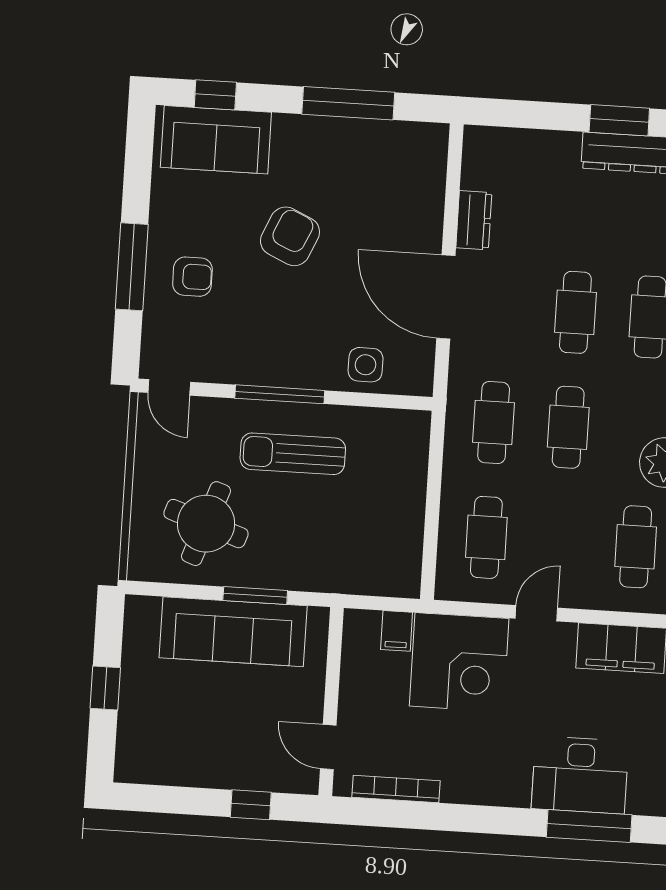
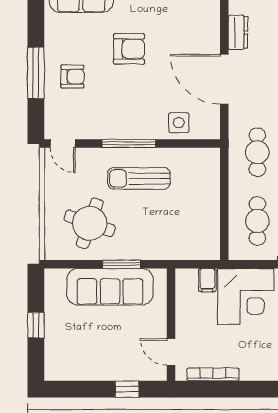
armchair: (290, 236) -> (129, 49), turned 66

